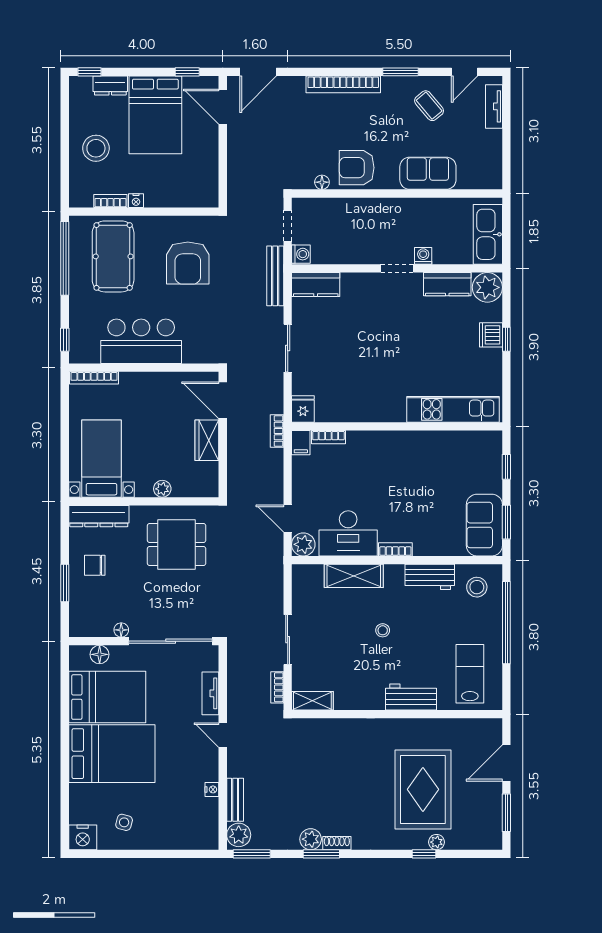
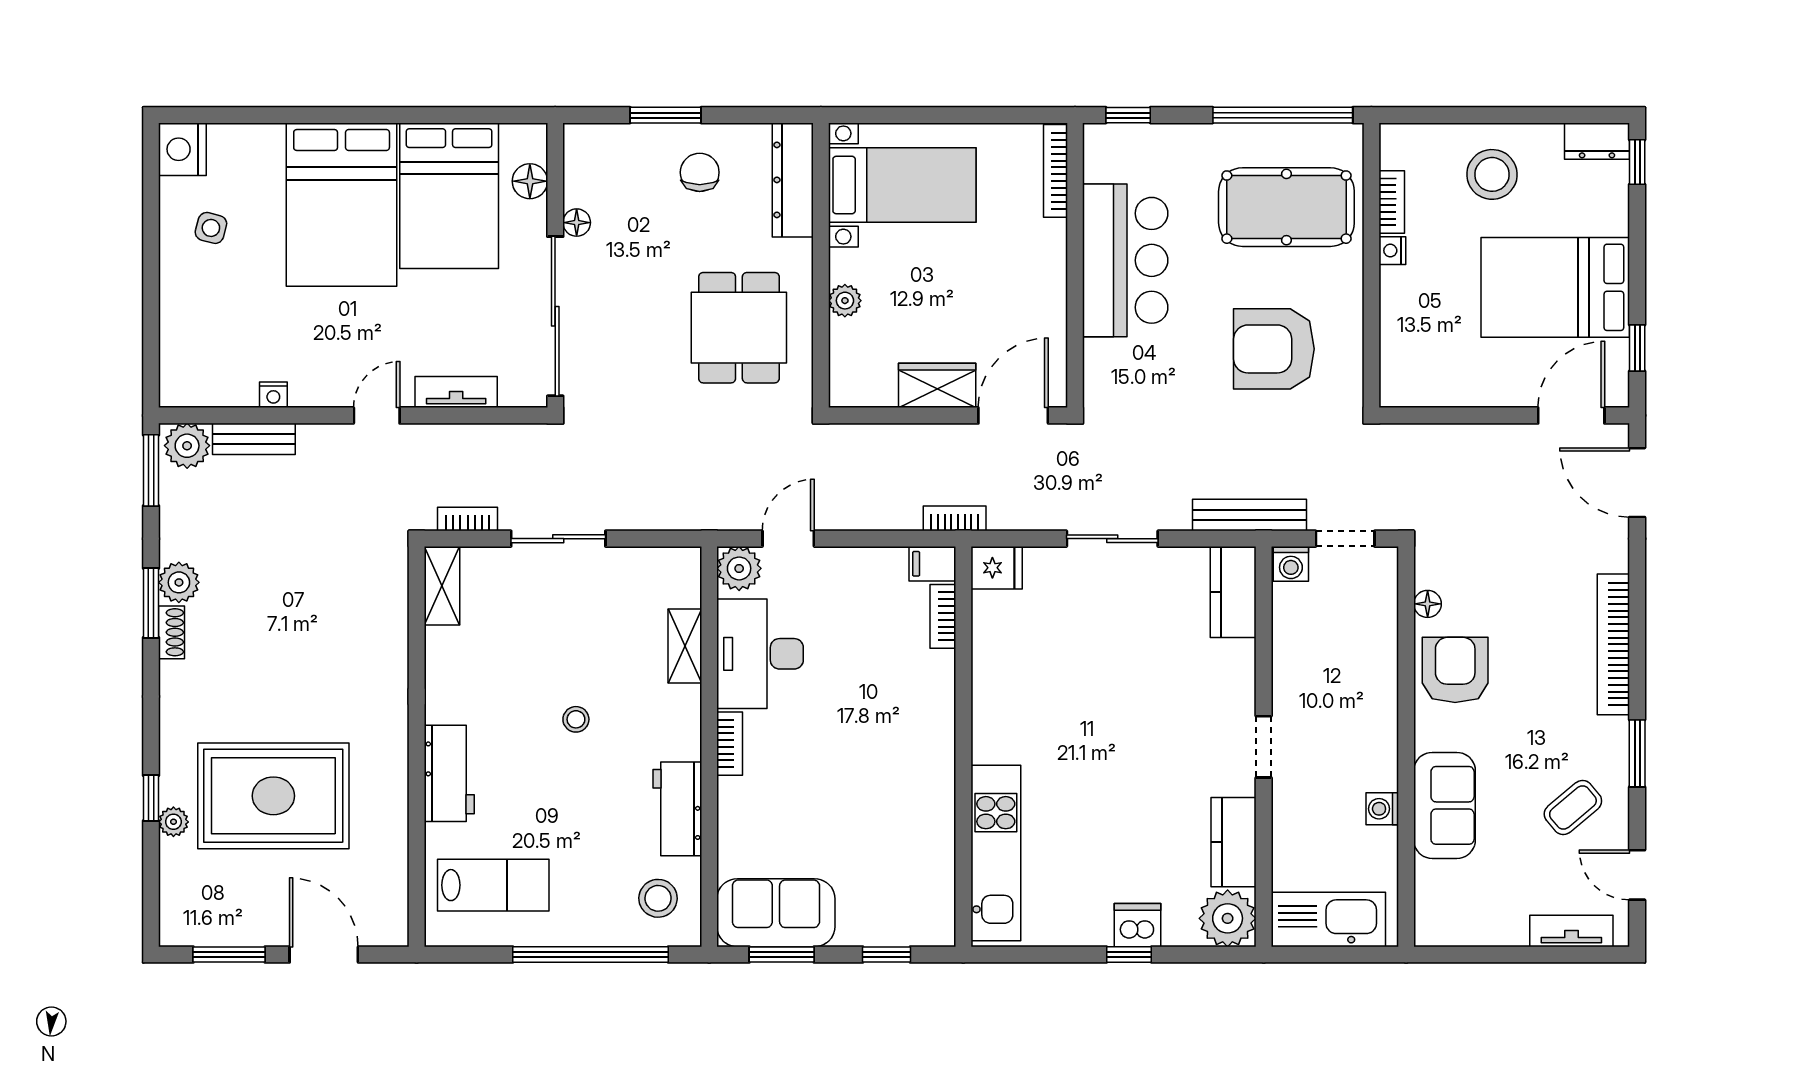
dresser: (110, 86) -> (1597, 141), moved, turned -90
washing machine: (423, 256) -> (1382, 809), moved, turned 180
shelving: (354, 576) -> (685, 646), width x0.67, depth x0.75

